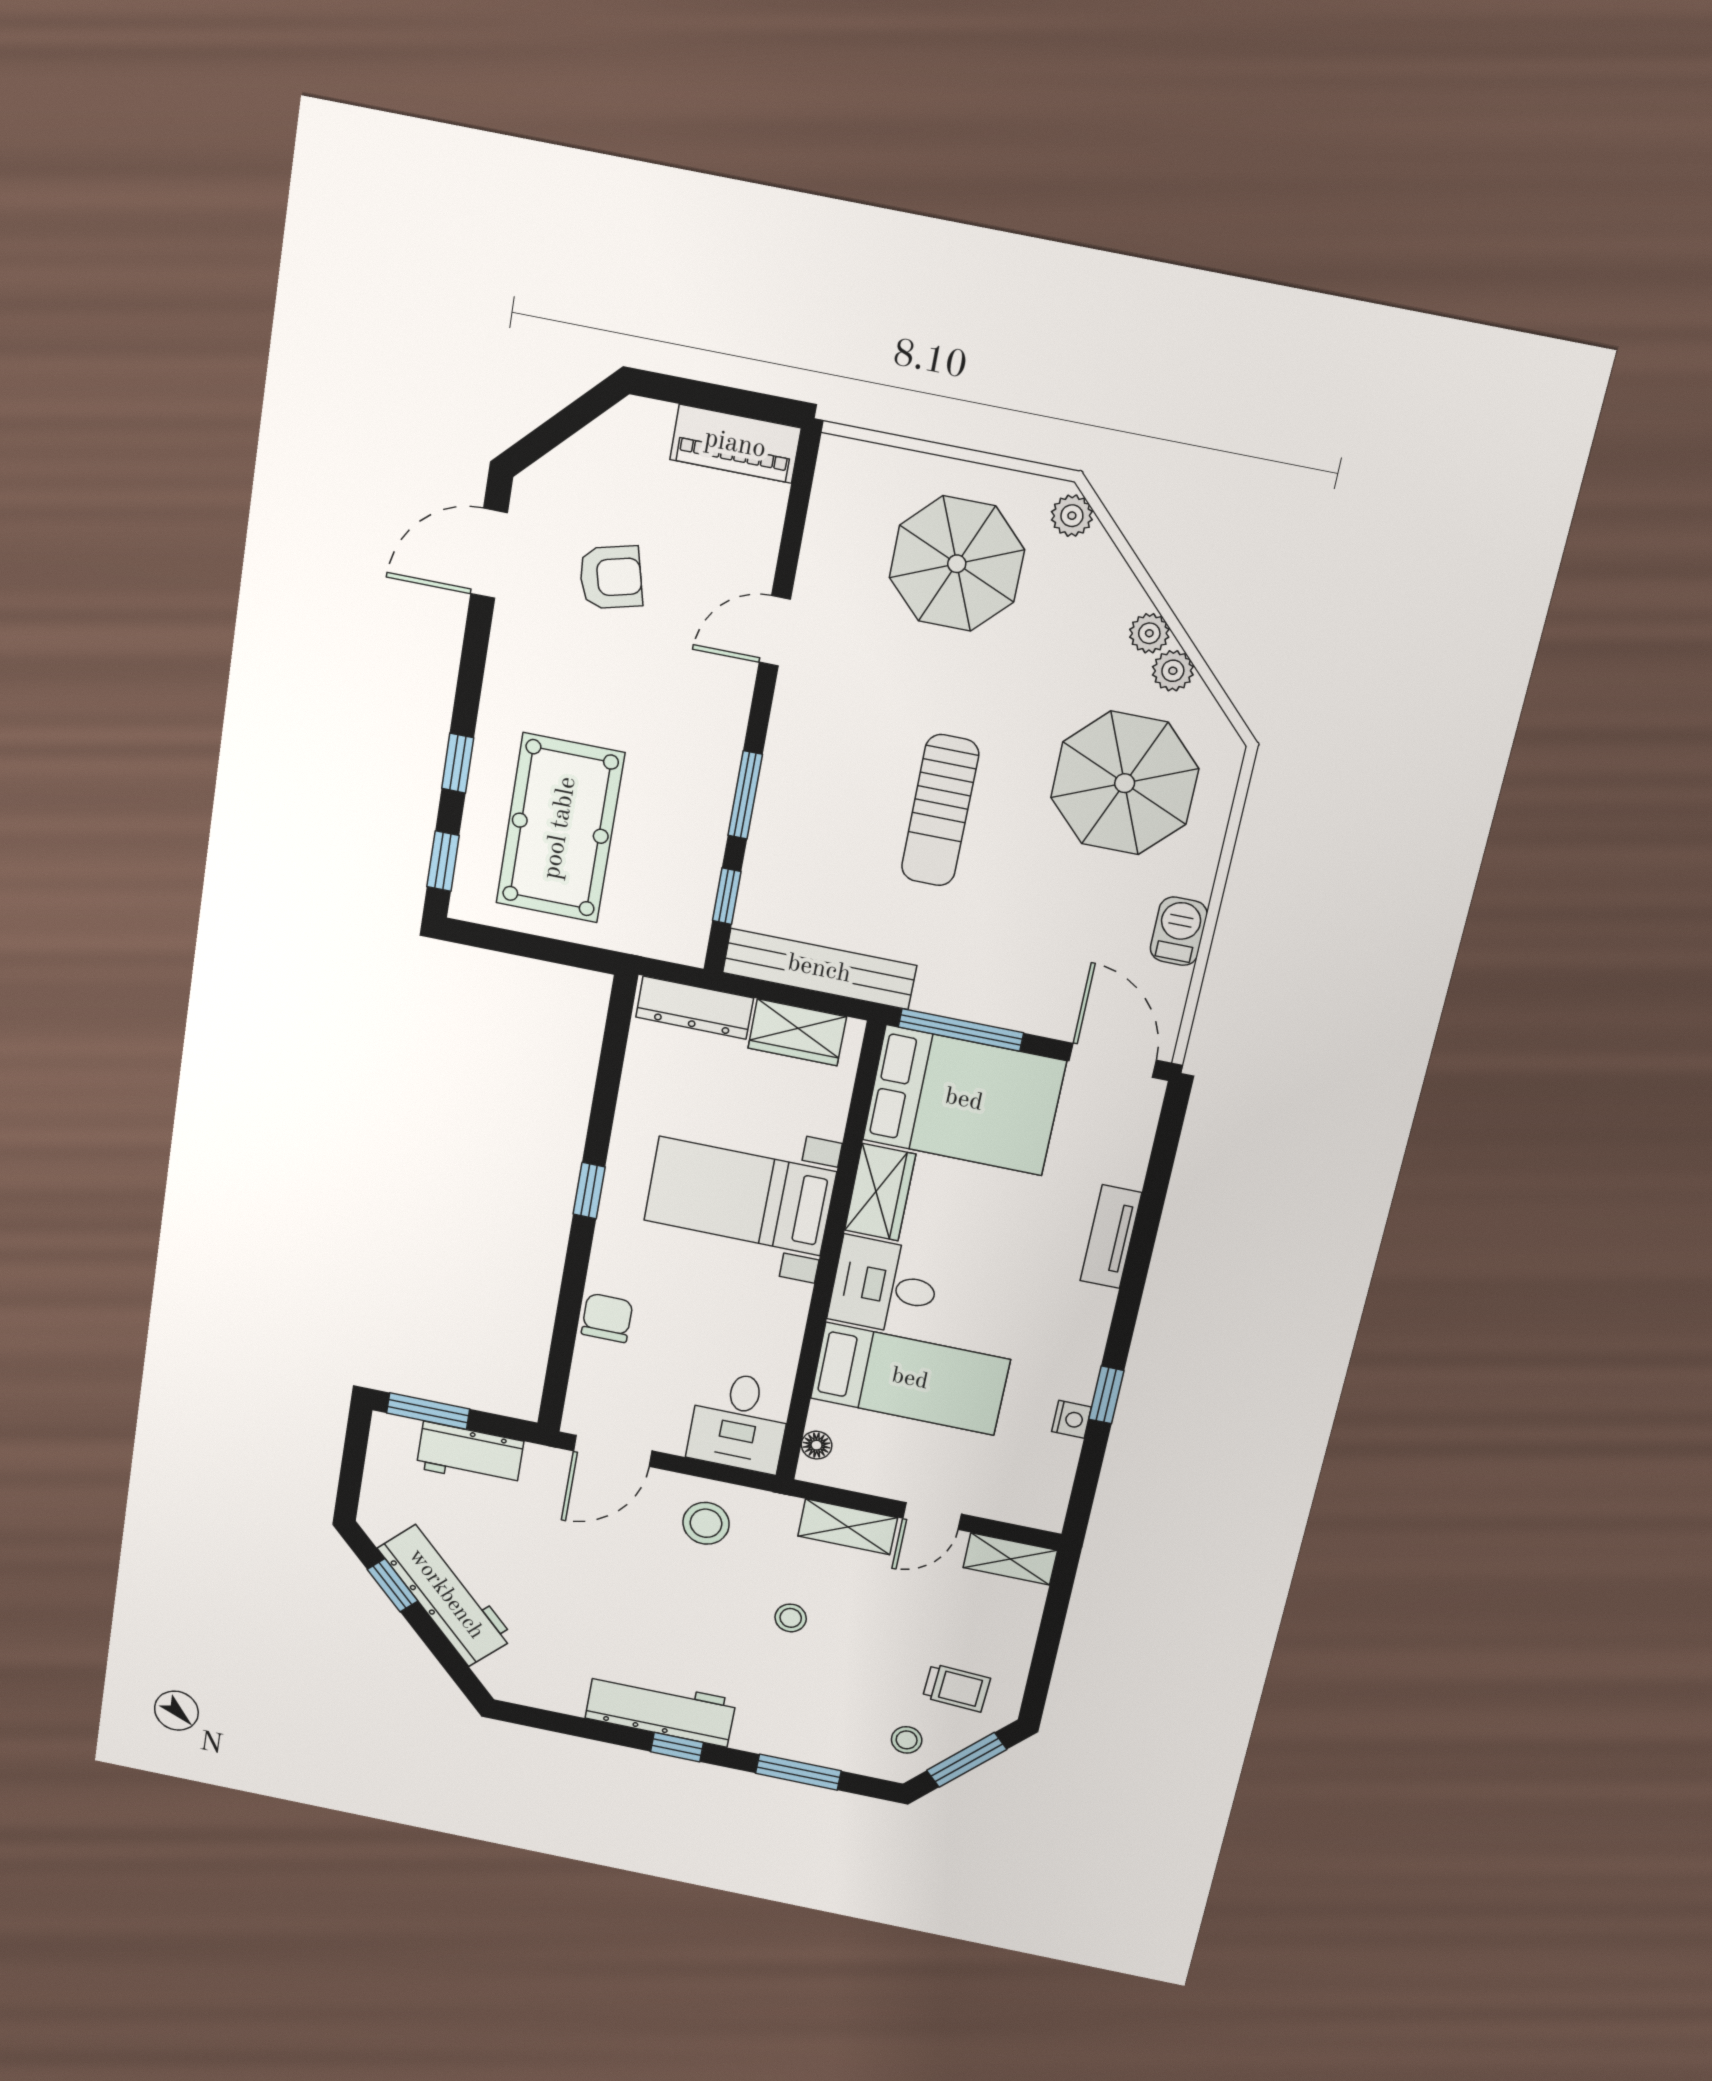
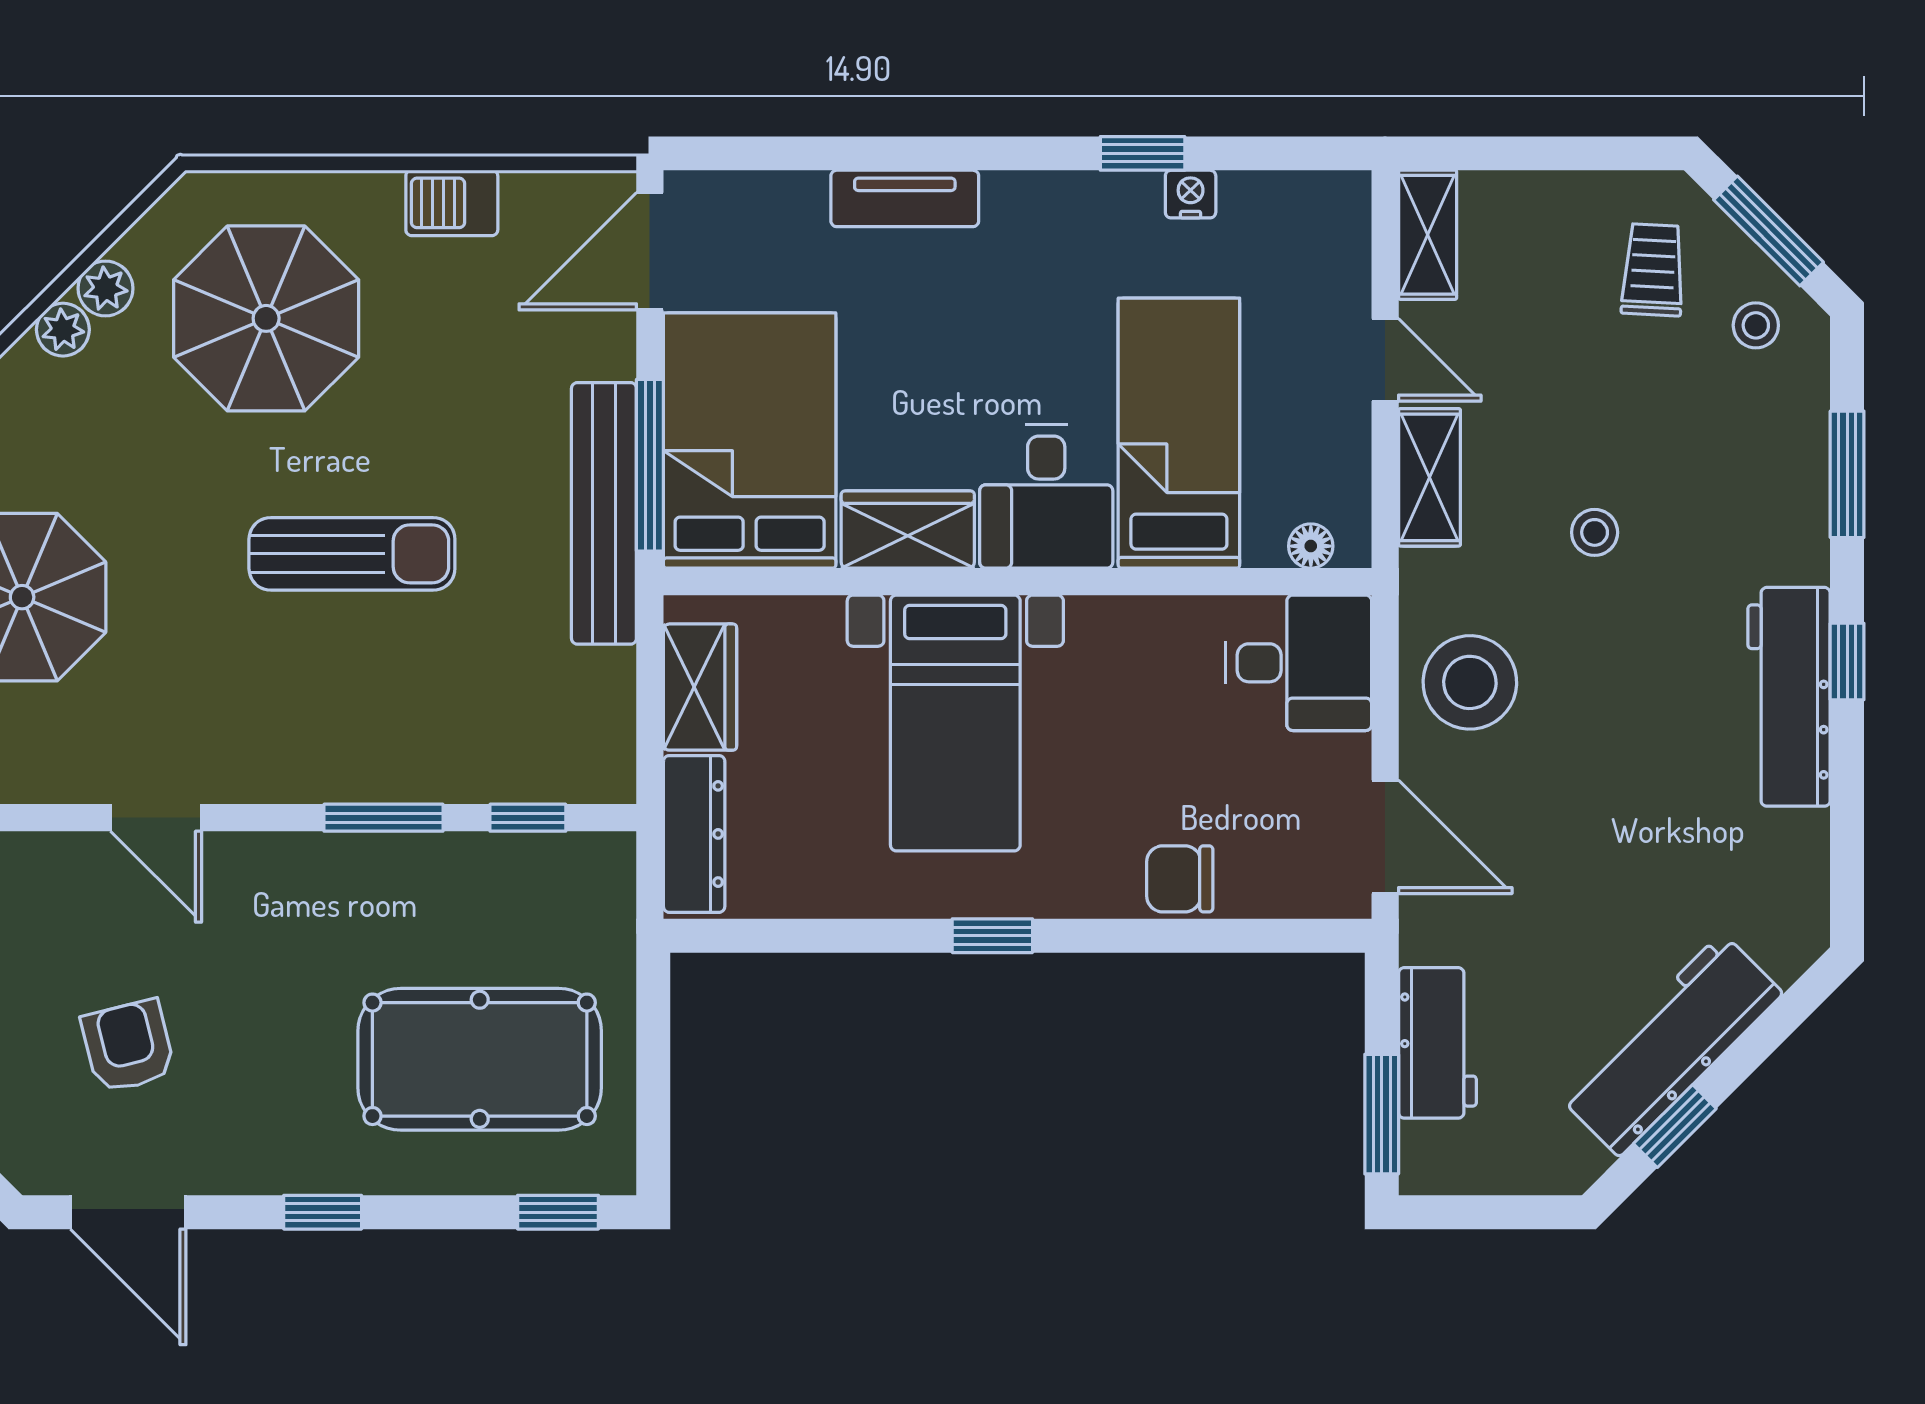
window: (458, 763) -> (323, 1212), moved
bench: (819, 969) -> (604, 513), moved
stool: (706, 1523) -> (1470, 682), width x1.38, depth x1.38

